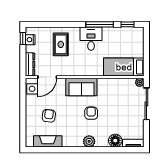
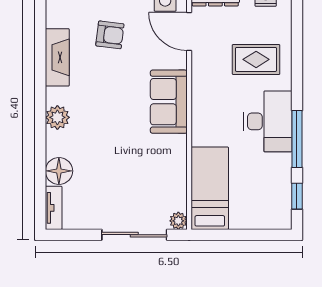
desk: (91, 39) -> (268, 121), width x1.37
armchair: (91, 113) -> (115, 122), removed
fireplace: (48, 141) -> (57, 57), moved

